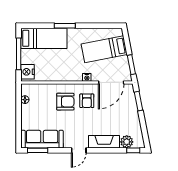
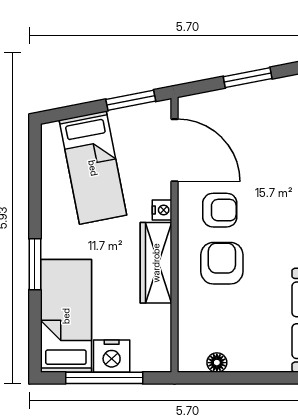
nightstand: (28, 72) -> (112, 356), moved
wardrobe: (65, 75) -> (156, 263), added
window: (138, 101) -> (248, 78), moved

